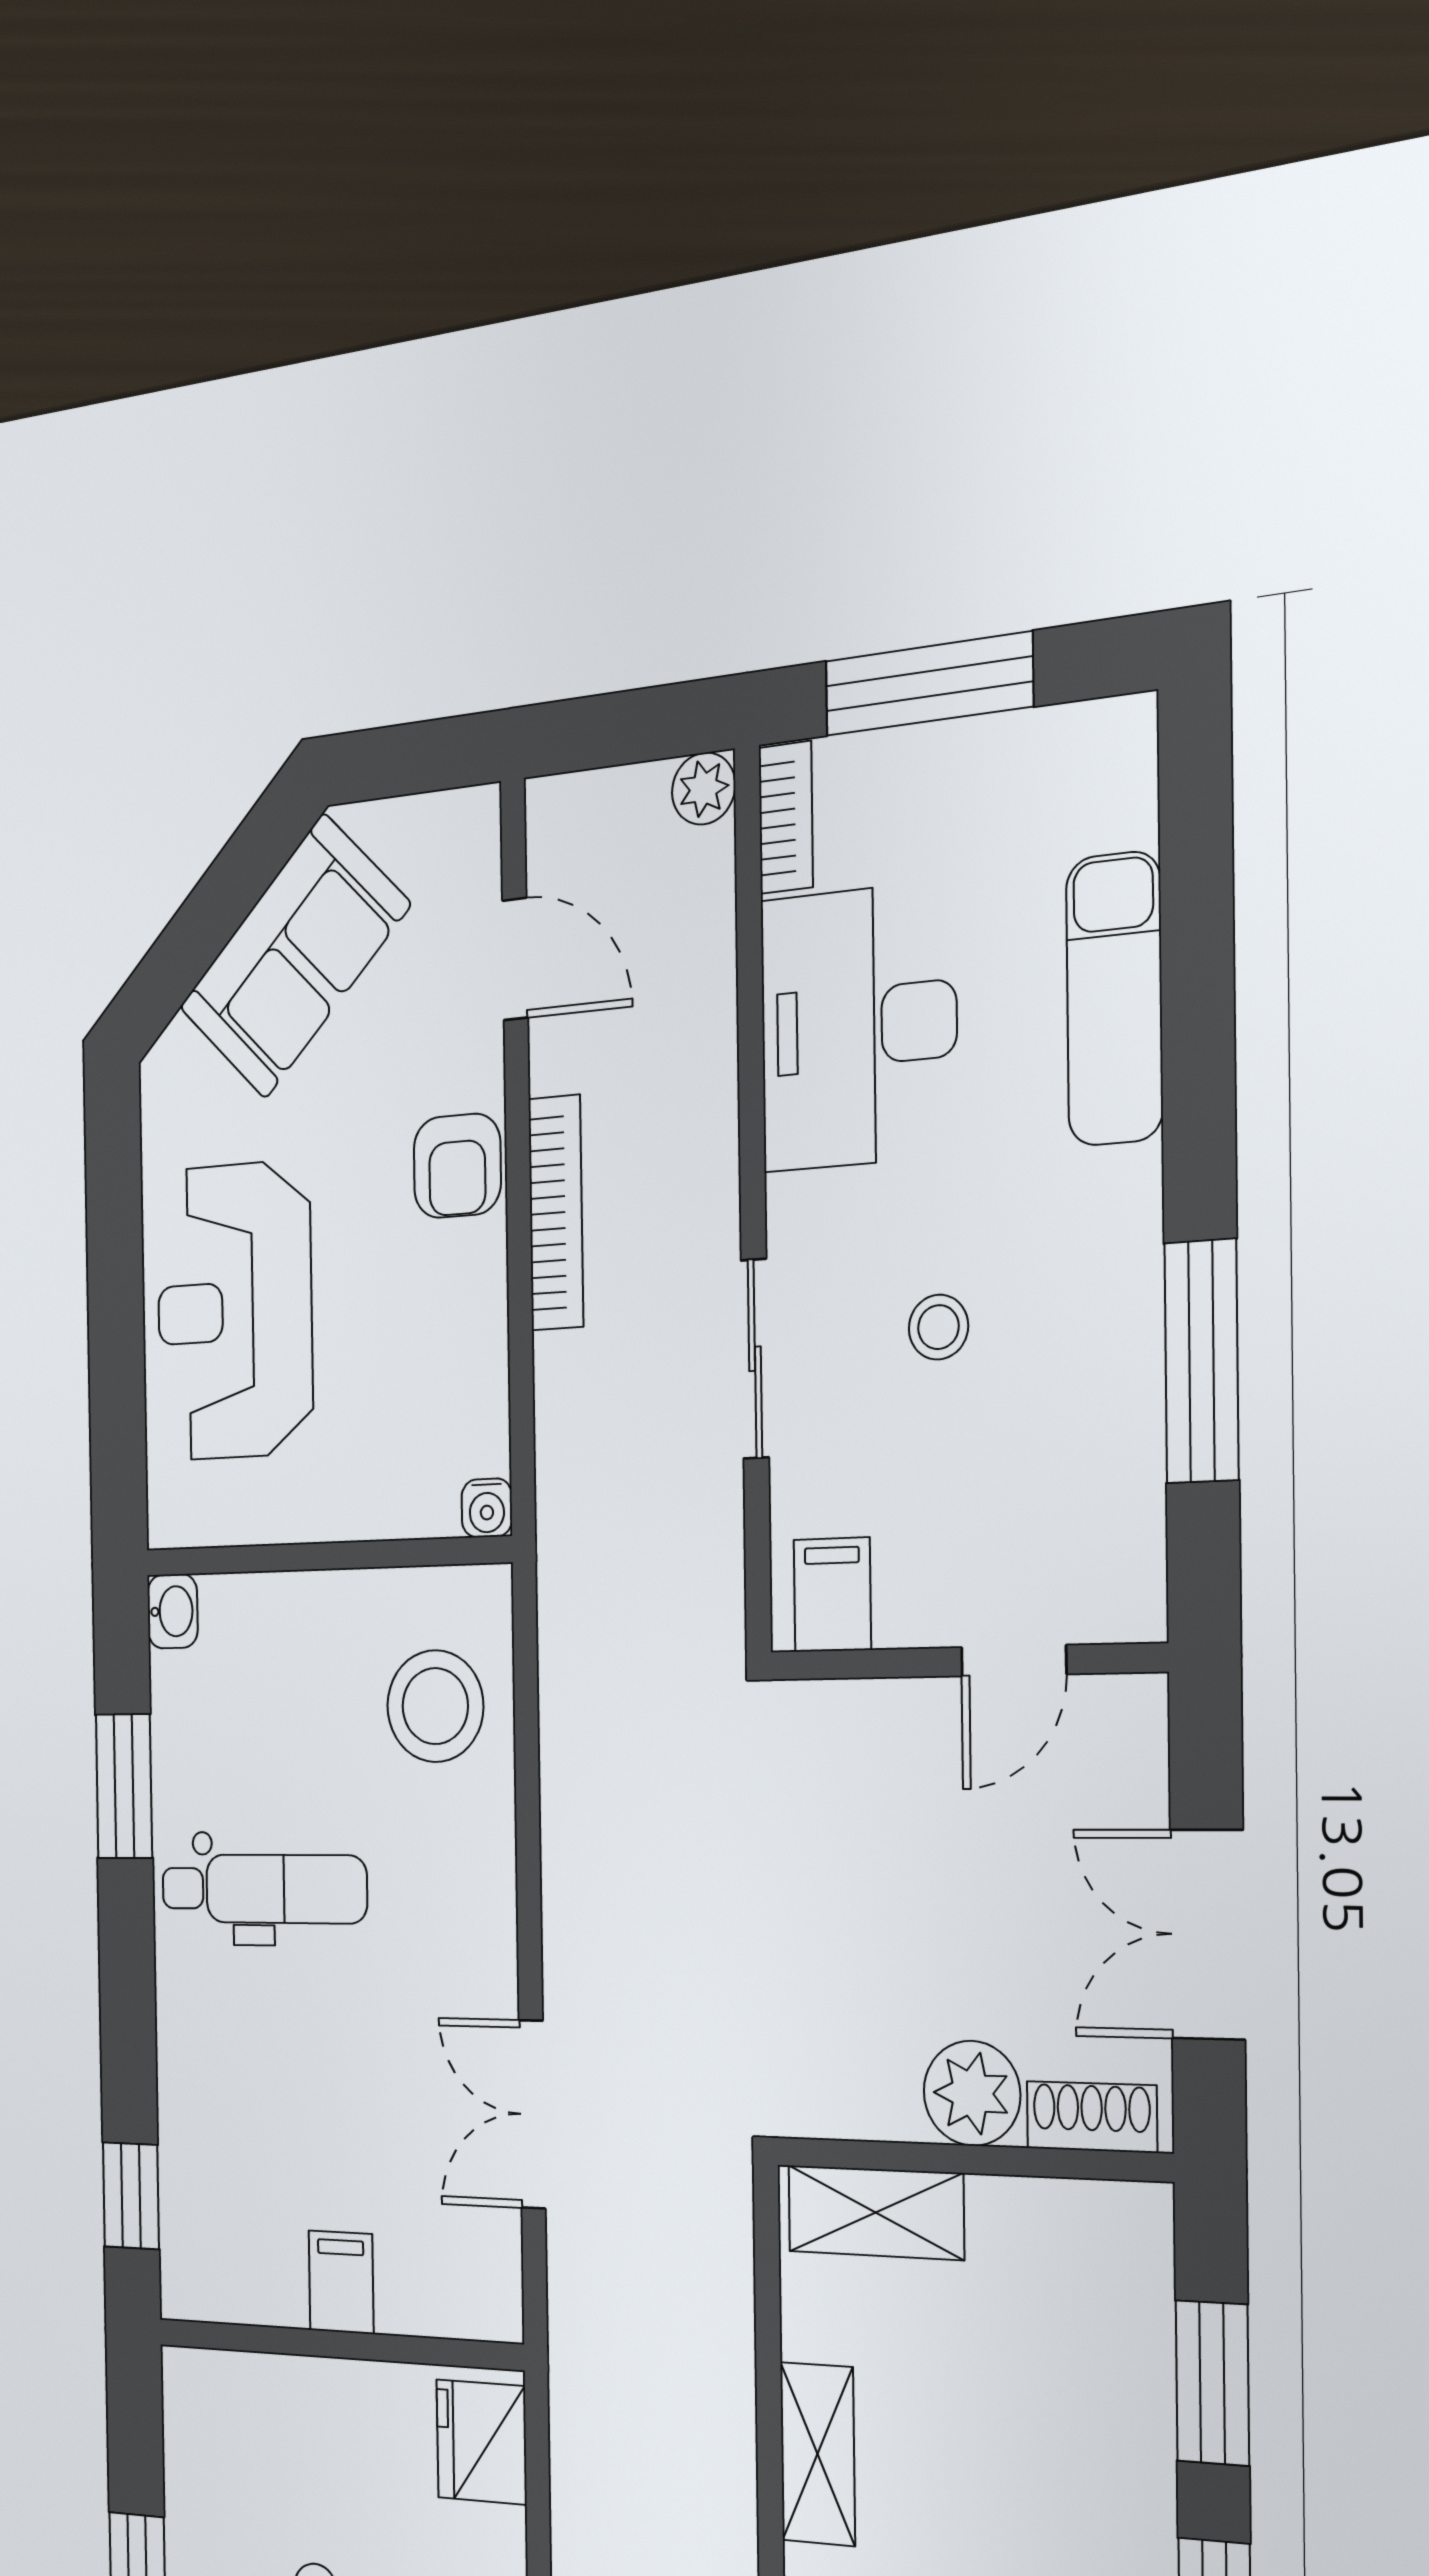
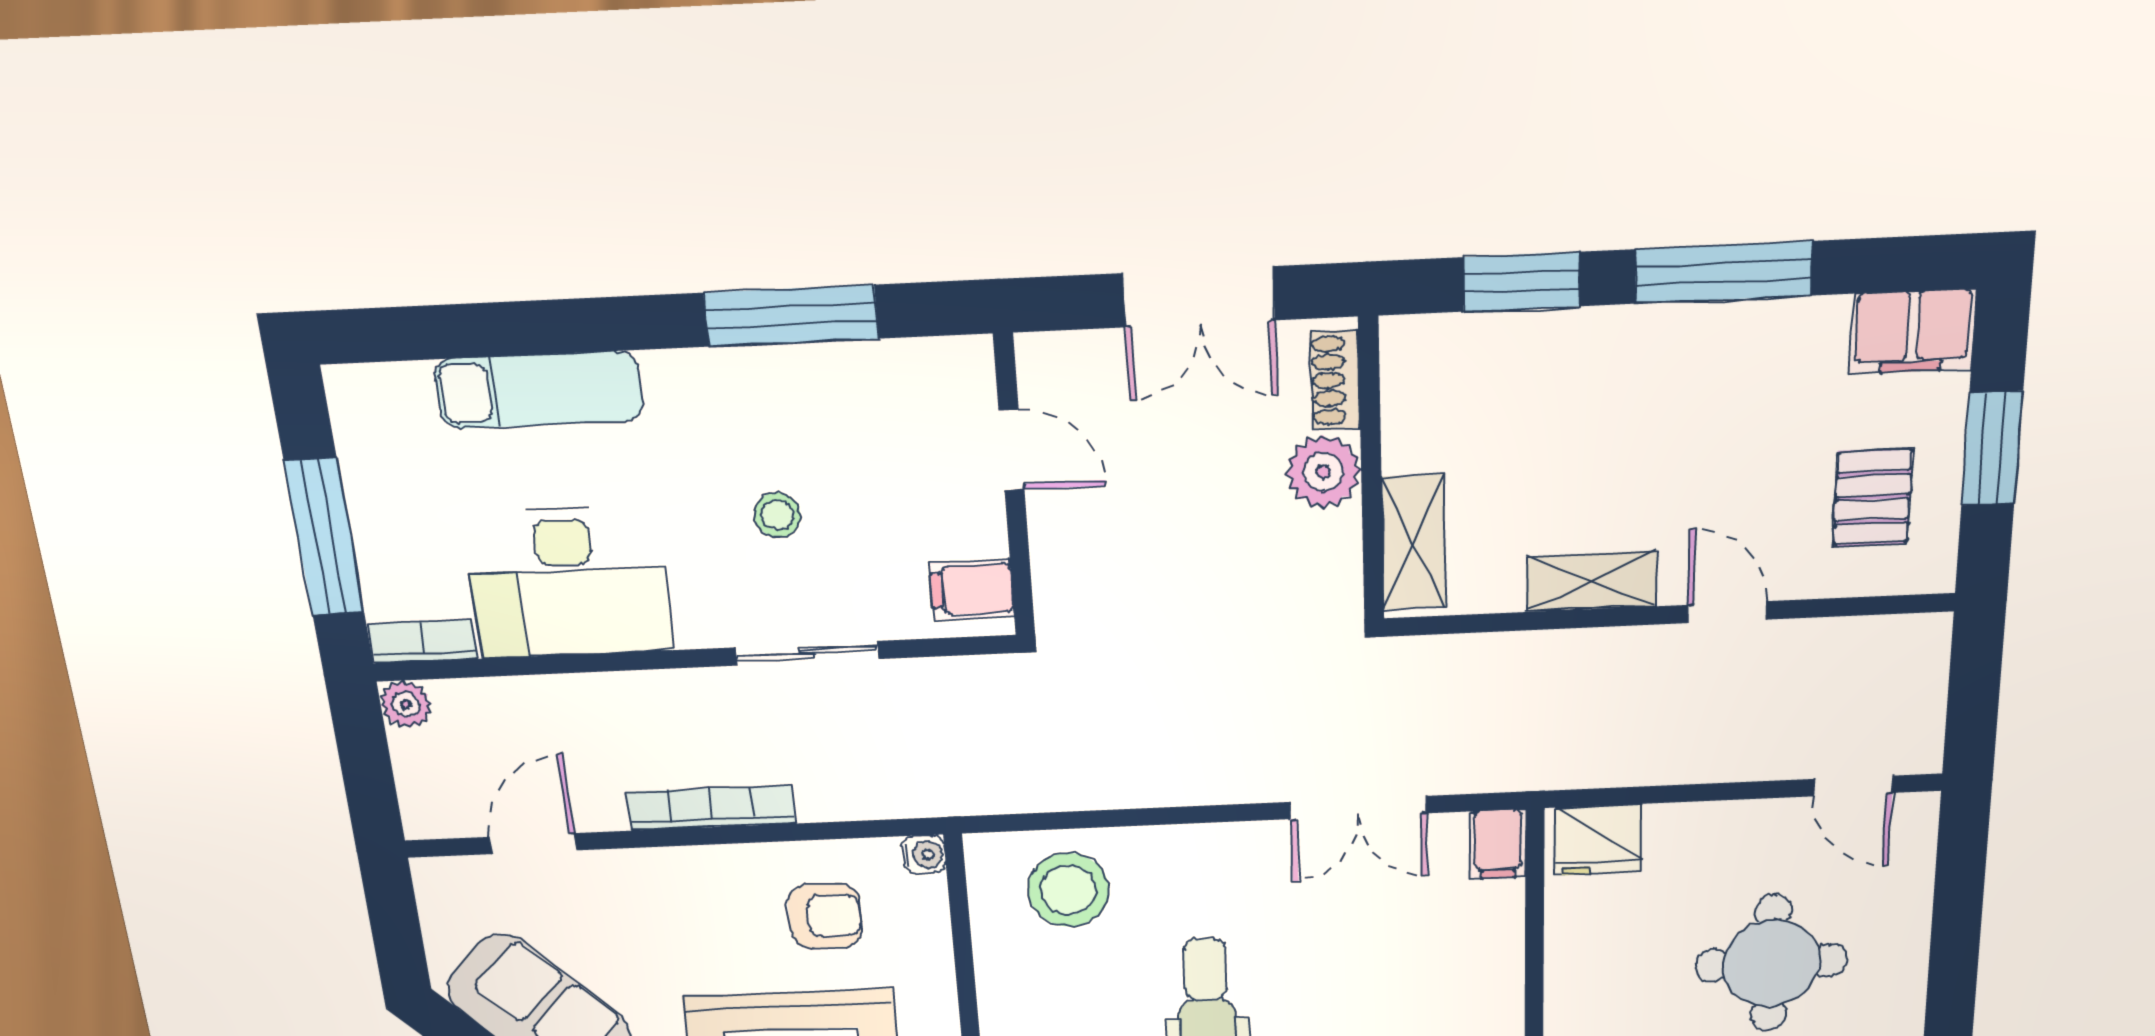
armchair: (457, 1166) -> (825, 916), moved
filing cabinet: (341, 2282) -> (1498, 844), moved, turned -90

